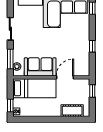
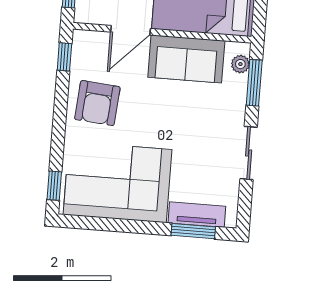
armchair: (77, 45) -> (97, 103), added
window: (92, 46) -> (64, 57), moved

